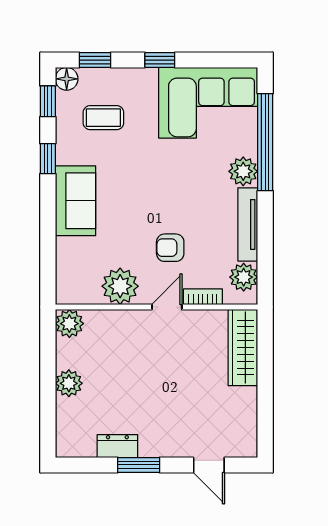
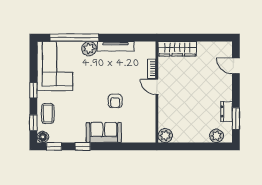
coffee table: (103, 118) -> (48, 113), moved
armchair: (170, 248) -> (115, 101), moved
plant: (244, 277) -> (142, 48), removed
plant: (120, 286) -> (146, 110), removed
plant: (69, 383) -> (216, 136), moved
window: (139, 465) -> (236, 119), moved
door: (209, 465) -> (236, 66), swing flipped

